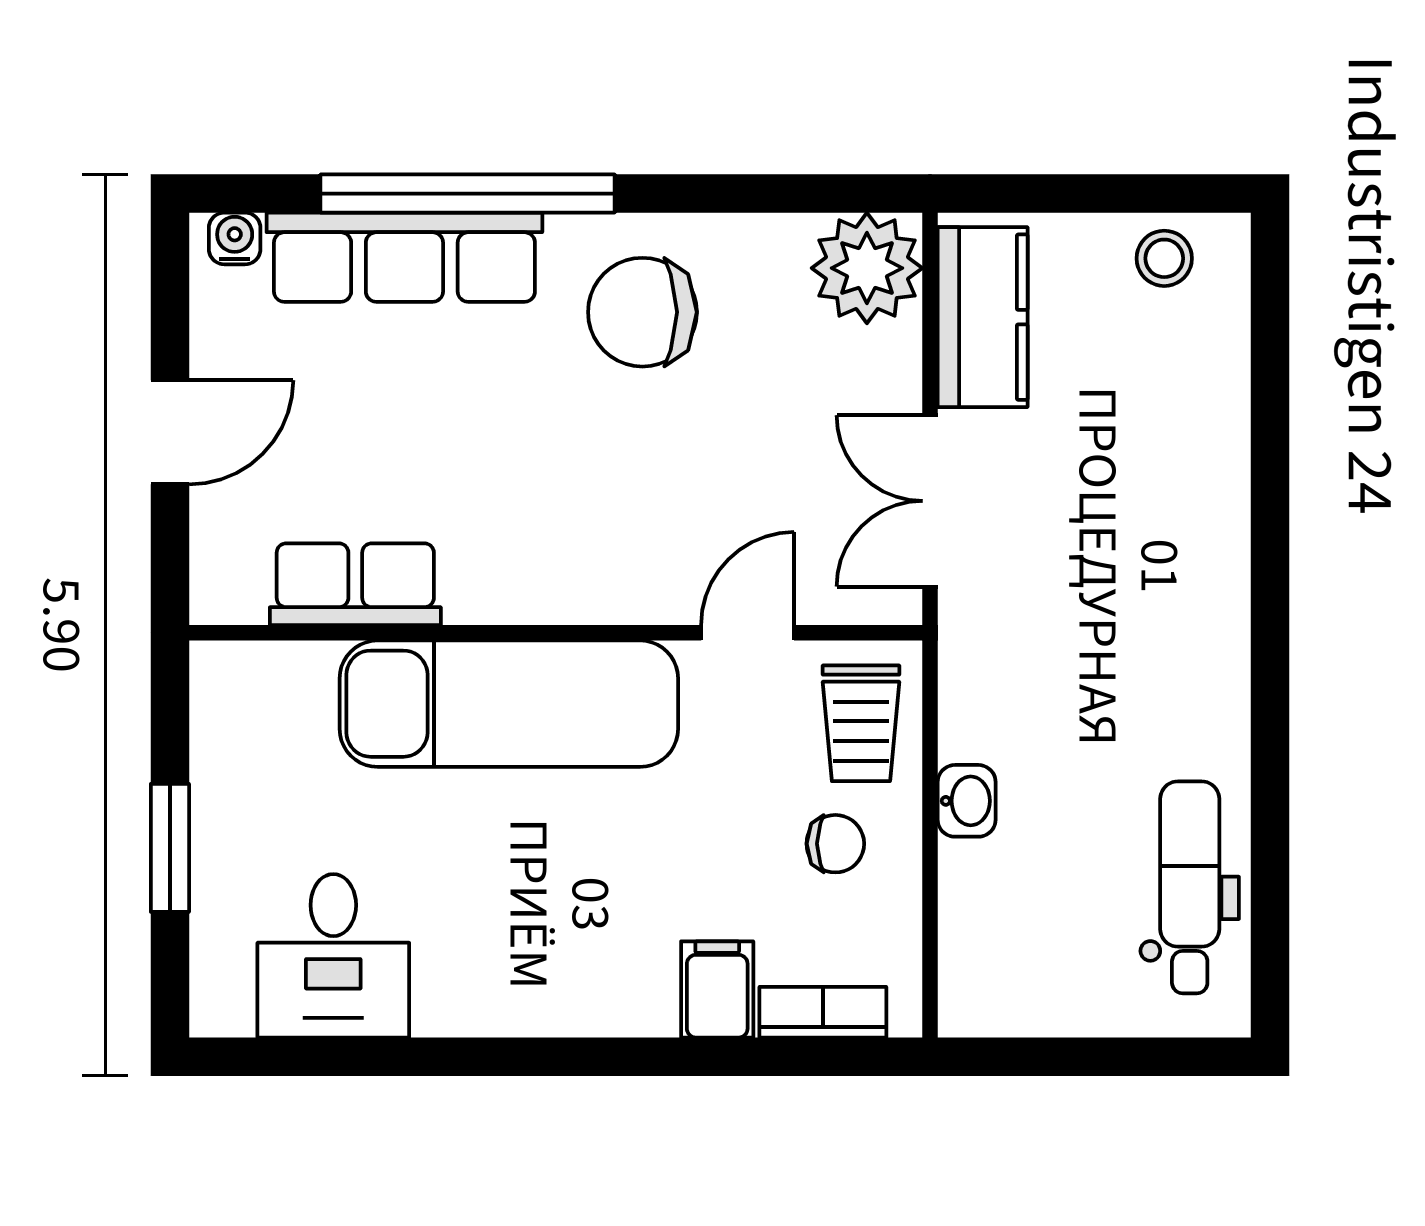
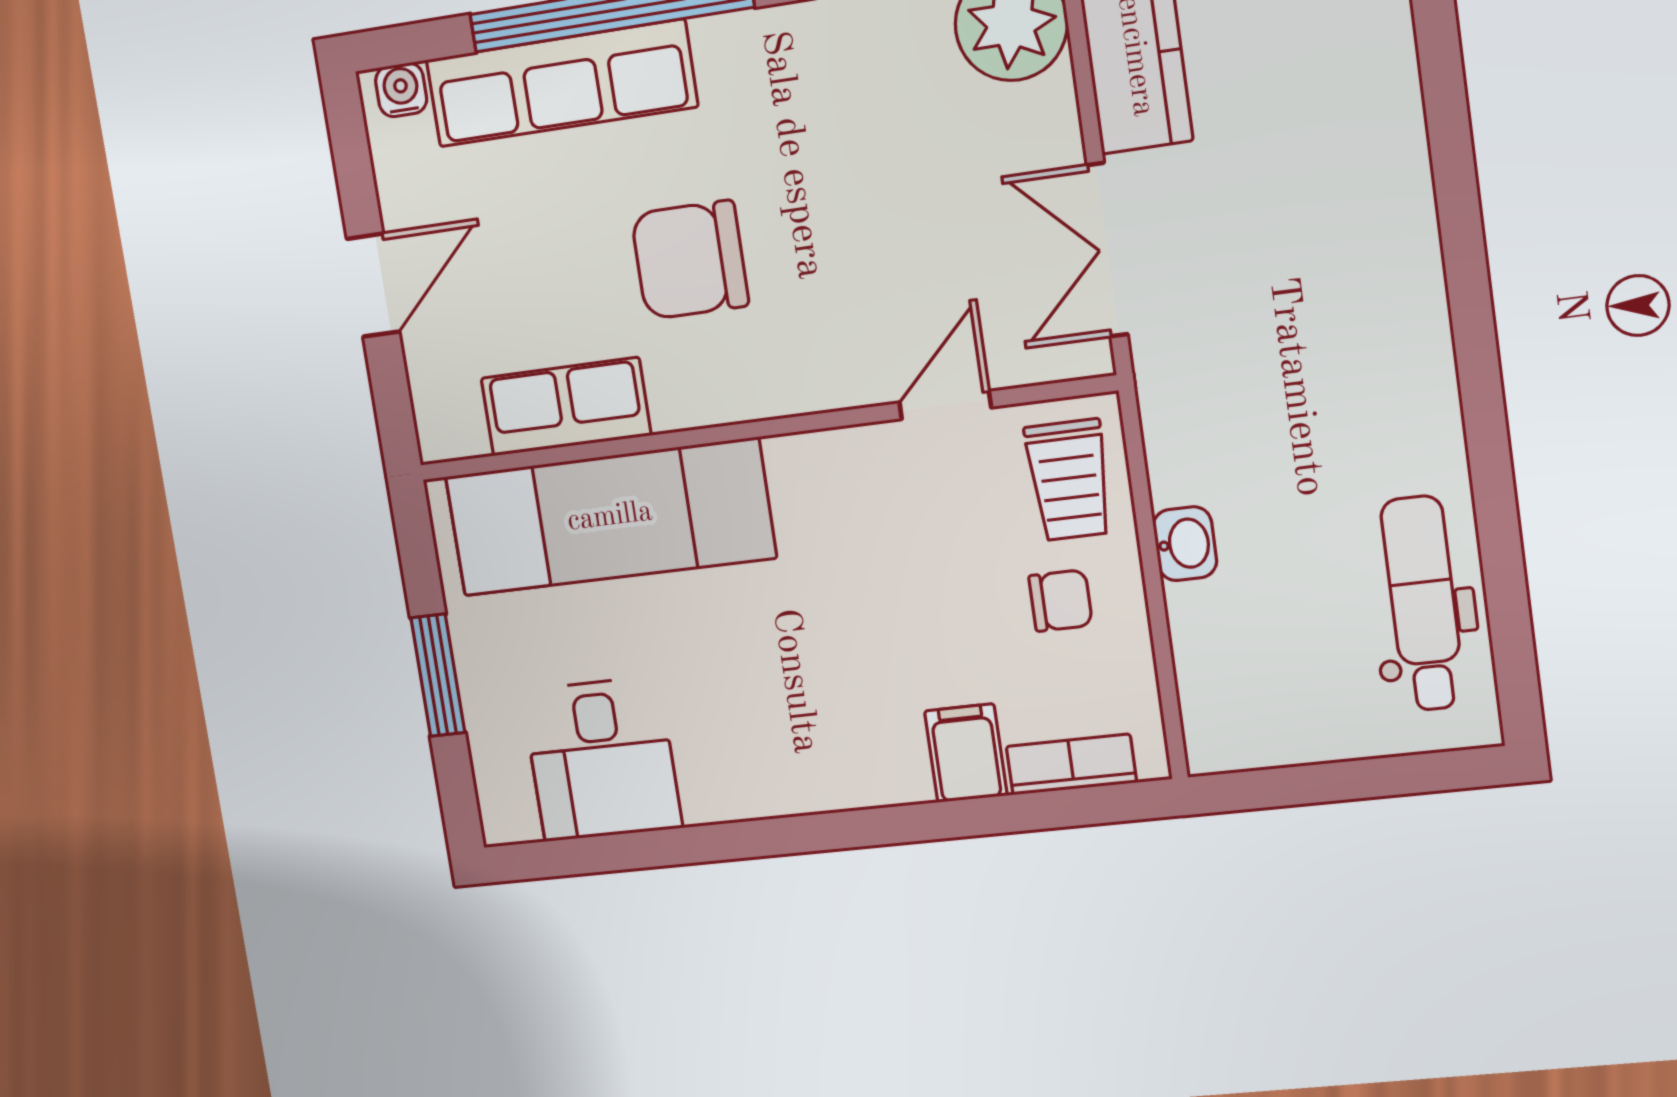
chair: (642, 312) -> (690, 260), moved
exam couch: (509, 704) -> (610, 517), moved

